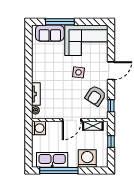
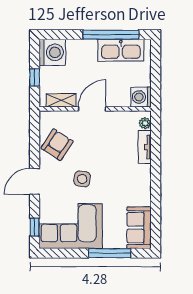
sofa: (50, 33) -> (139, 228), moved, turned -90
window: (111, 106) -> (35, 227), moved
washing machine: (87, 159) -> (52, 52), moved, turned -90

